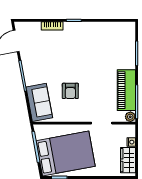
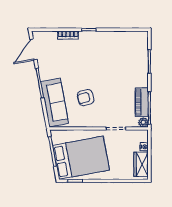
piano: (126, 90) -> (142, 102), width x0.73, depth x0.75
armchair: (70, 91) -> (86, 98), turned 76
sofa: (39, 102) -> (55, 103), width x1.36

